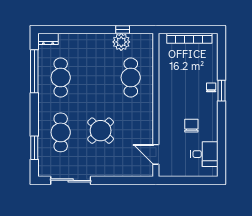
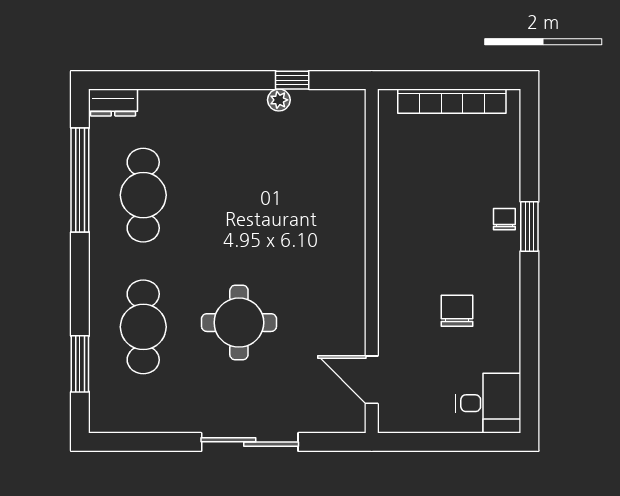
plant: (121, 42) -> (279, 100), width x0.53, depth x0.53
cafe table: (131, 77) -> (311, 195), removed
round table: (101, 131) -> (239, 323), turned 45
desk: (204, 154) -> (488, 403), moved
sliding door: (71, 180) -> (250, 442), moved

